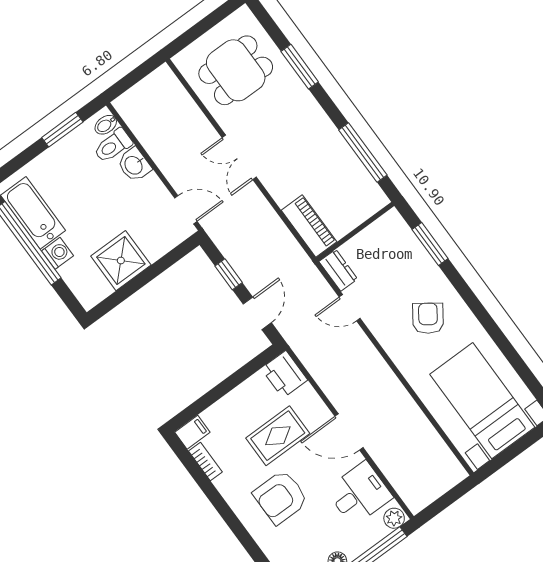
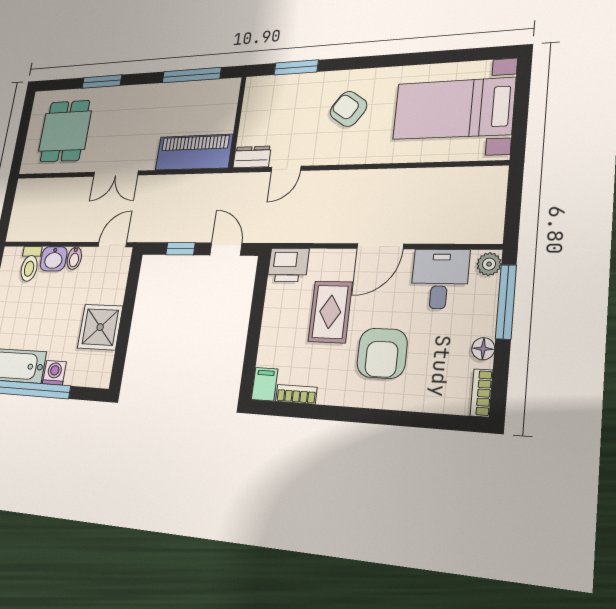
bidet: (106, 125) -> (74, 258), moved
piano: (309, 226) -> (194, 152), width x1.37, depth x1.33

